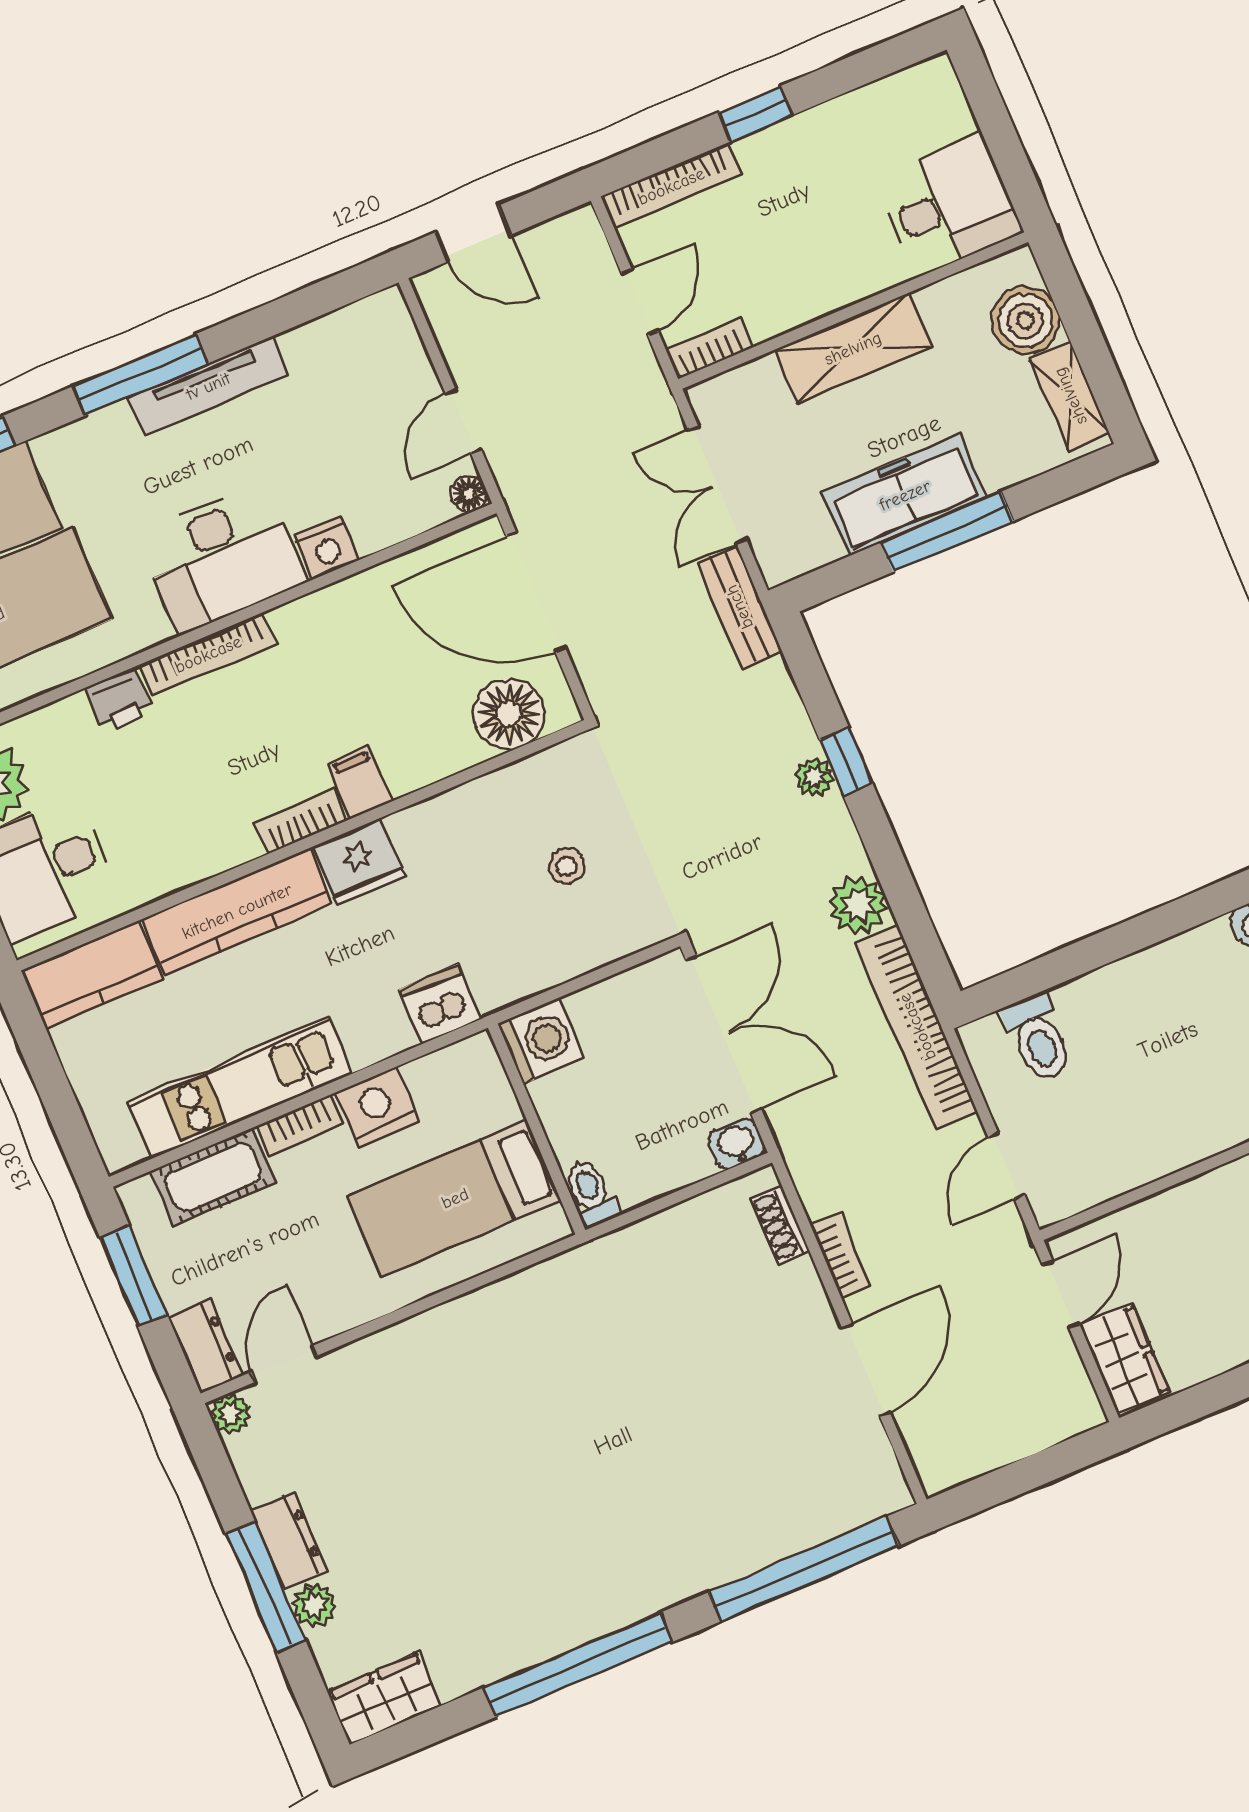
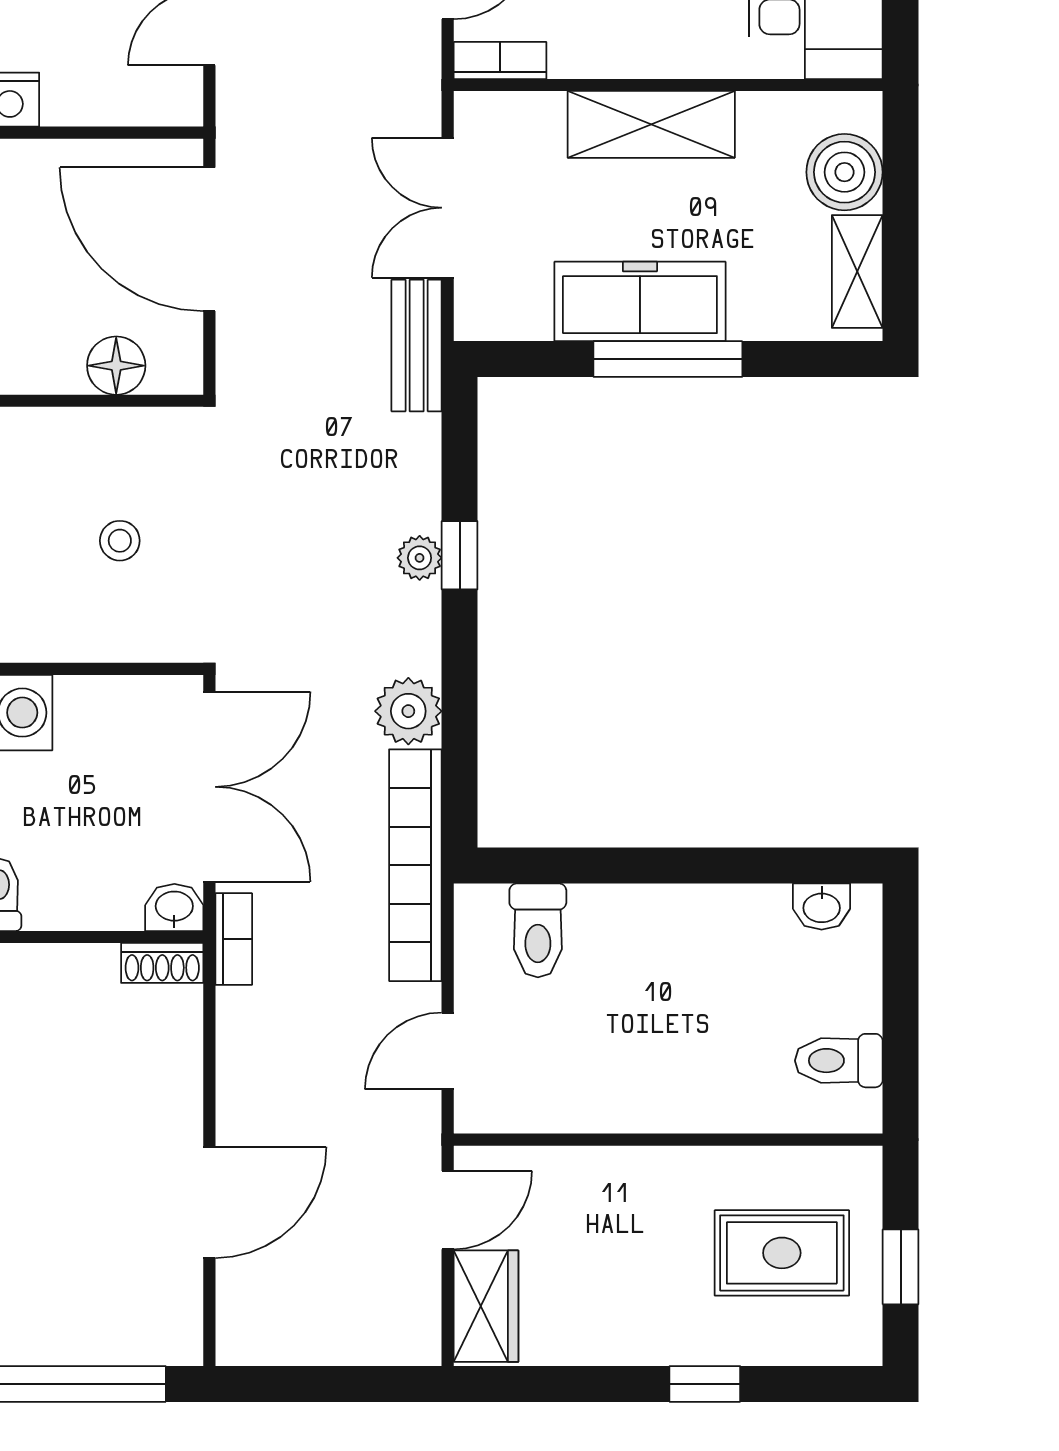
floor lamp: (469, 494) -> (183, 106), removed
floor lamp: (509, 714) -> (116, 366), width x0.73, depth x0.73
shoe rack: (780, 1225) -> (162, 963), moved, turned -90
bookcase: (840, 1256) -> (234, 939), moved

